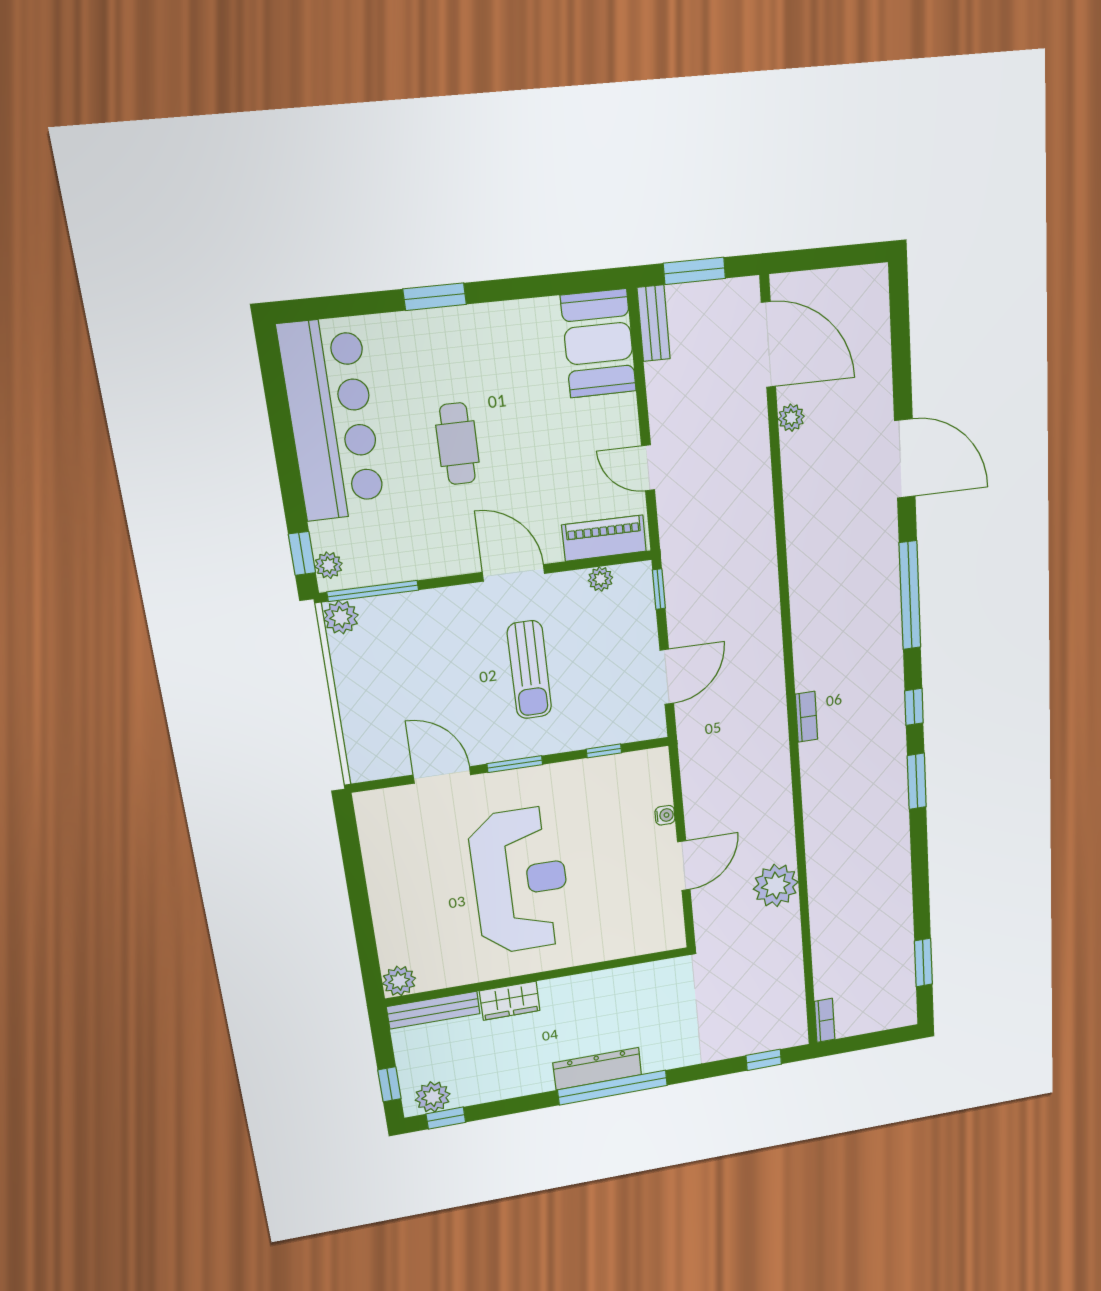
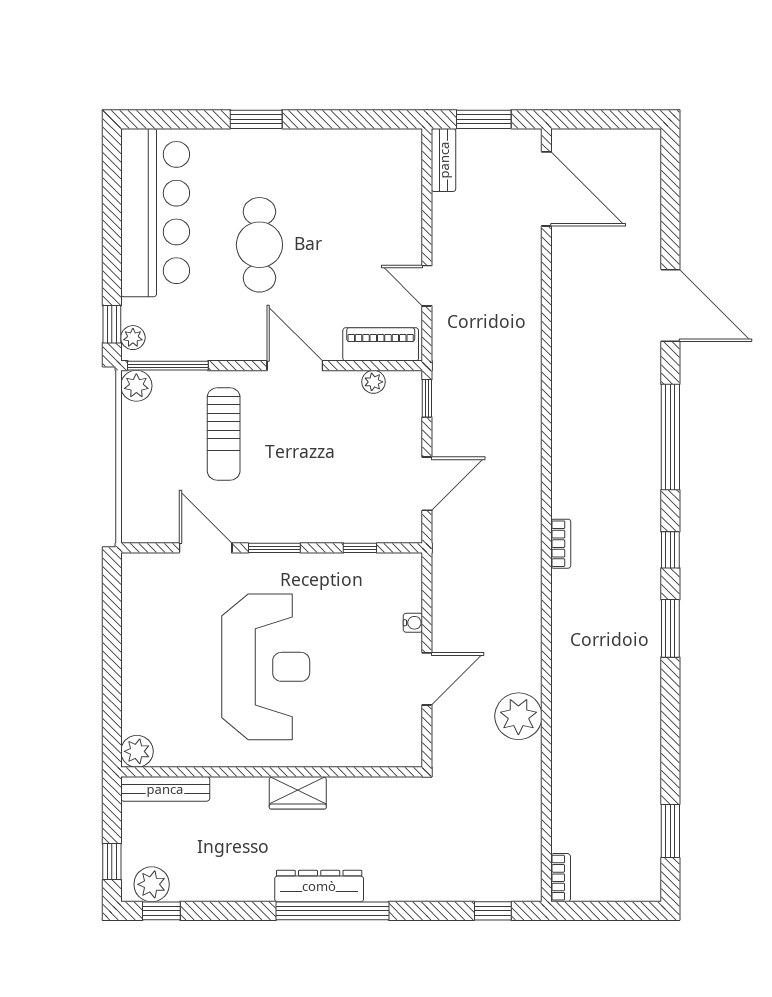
booth: (598, 344) -> (393, 172), removed
plant: (791, 418) -> (563, 256), removed
cafe table: (458, 444) -> (259, 245), width x1.37, depth x1.35
sun lounger: (529, 670) -> (224, 434), moved
wardrobe: (510, 1001) -> (298, 793), moved

